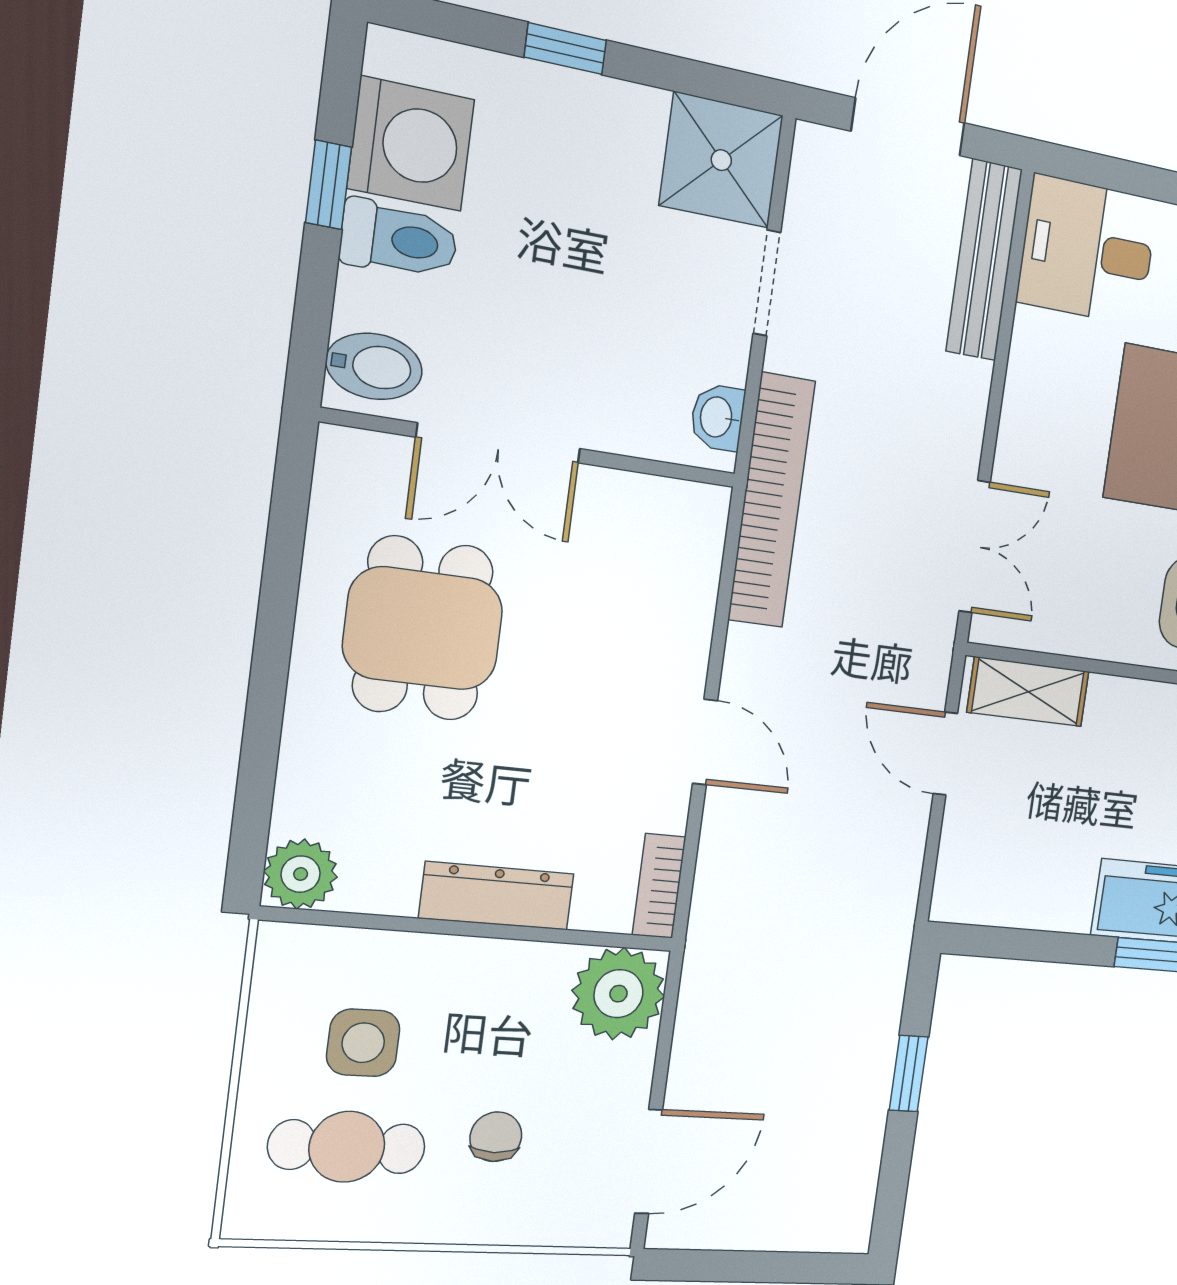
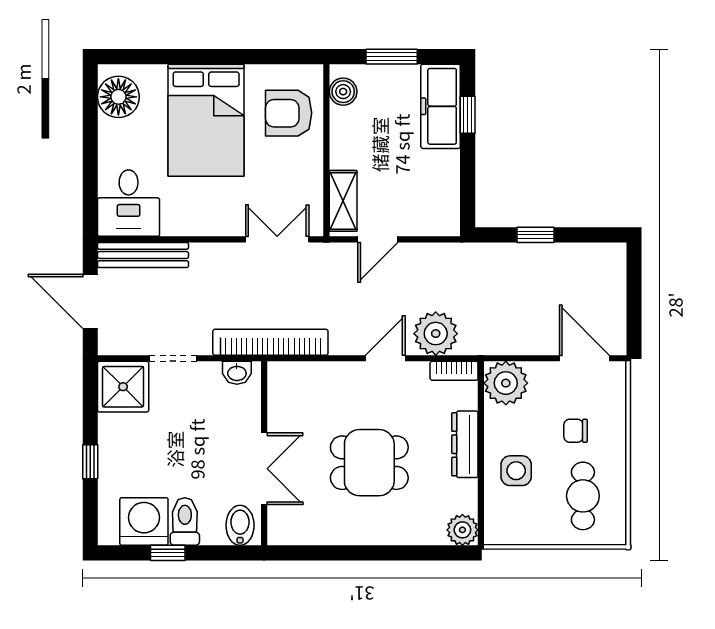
dining table: (423, 628) -> (369, 463), moved
plant: (742, 854) -> (436, 334), added
side table: (363, 1043) -> (516, 471), moved

